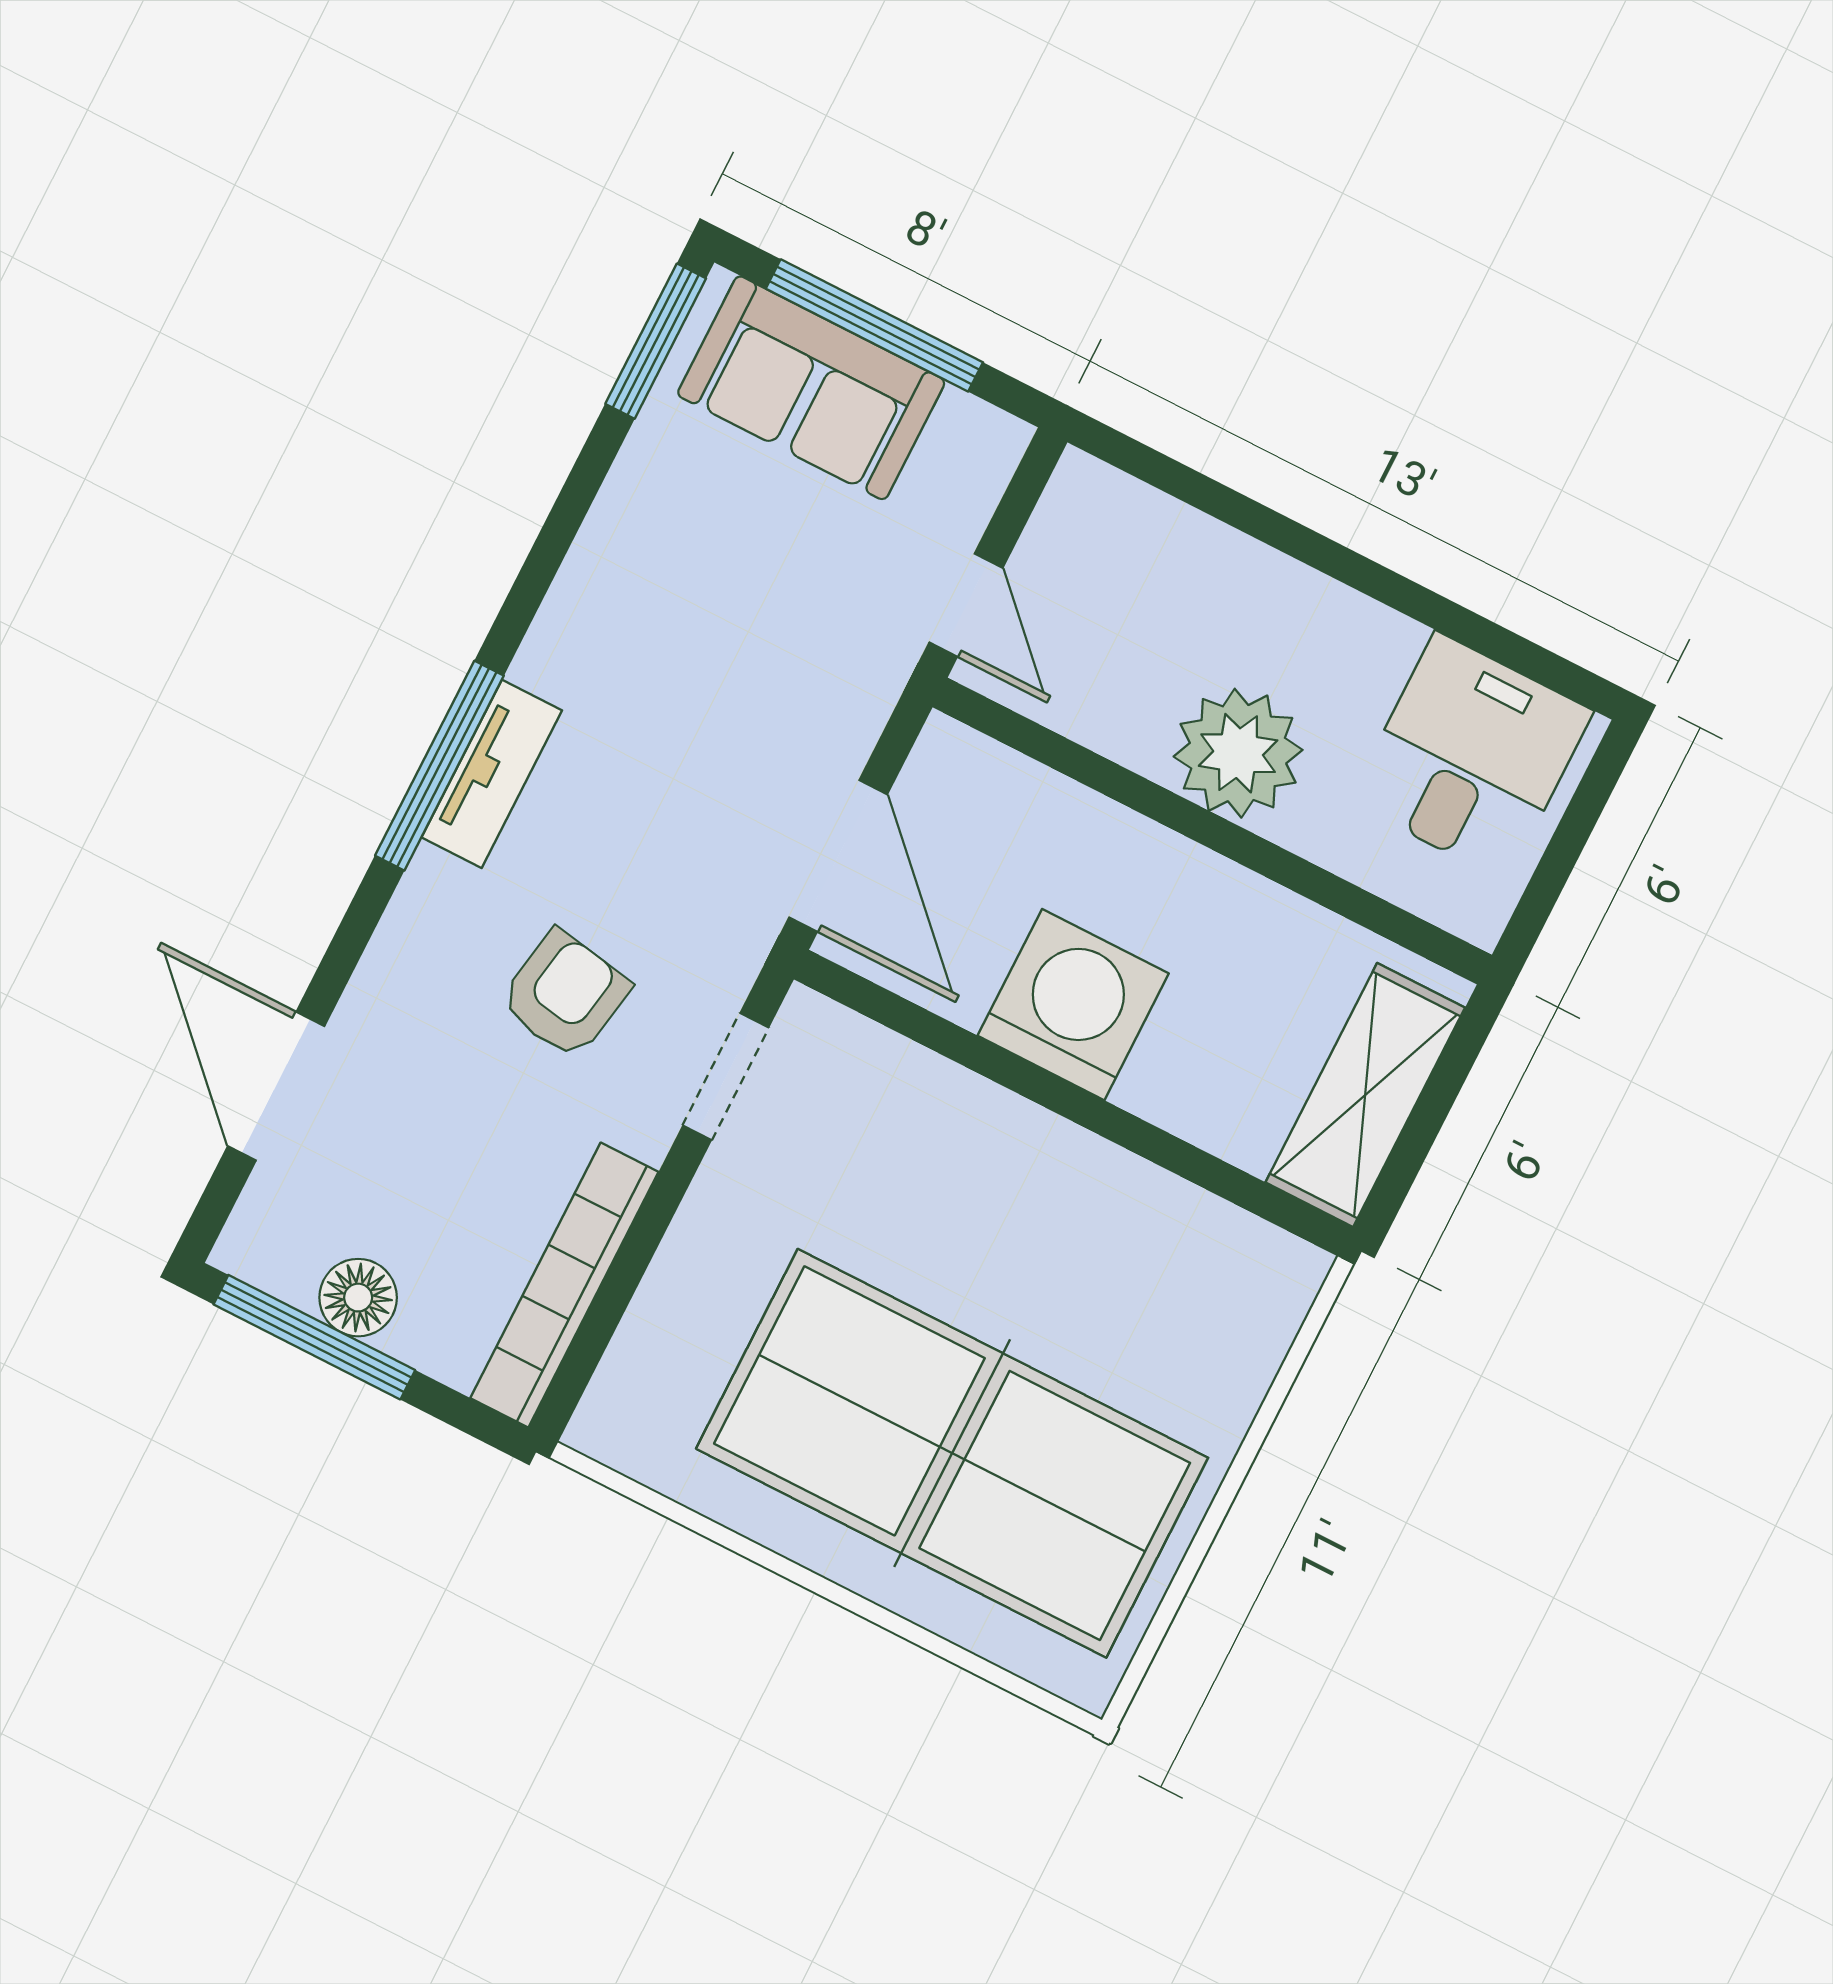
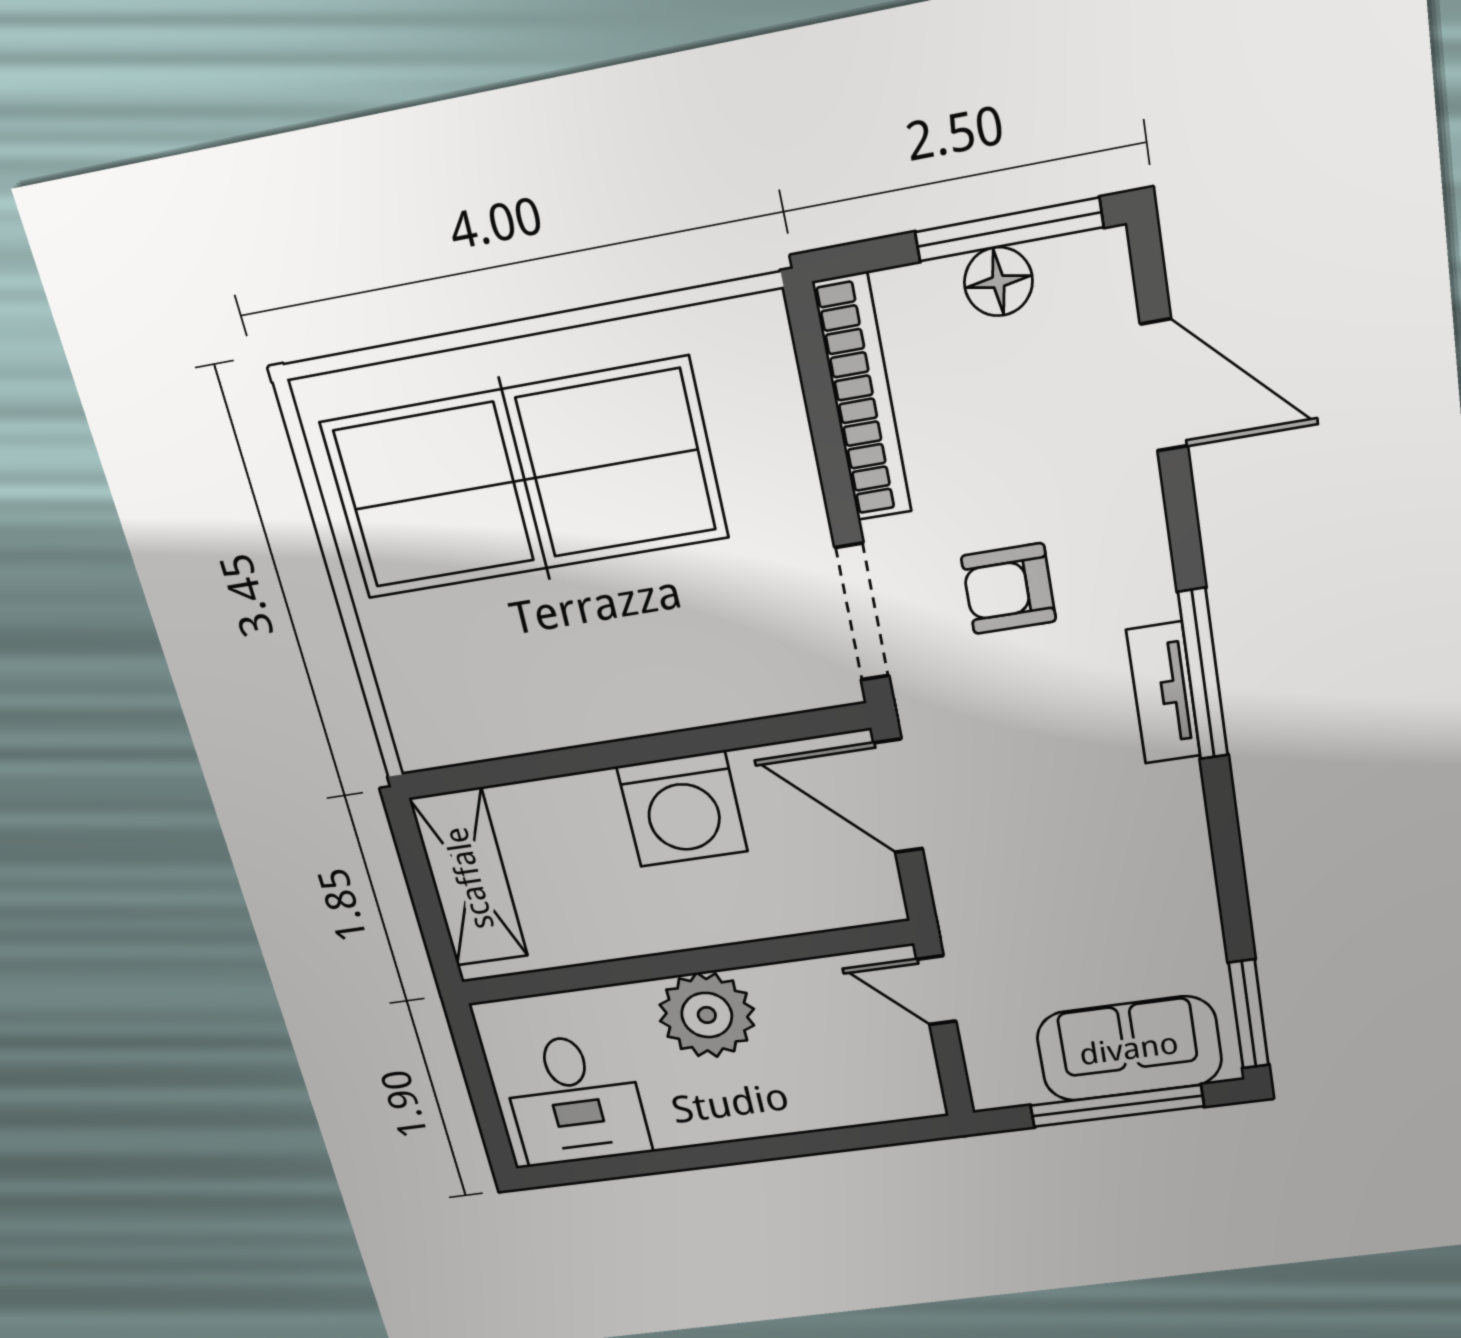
armchair: (565, 994) -> (1009, 589), turned 80
doorway: (726, 1077) -> (862, 612), width x1.38

